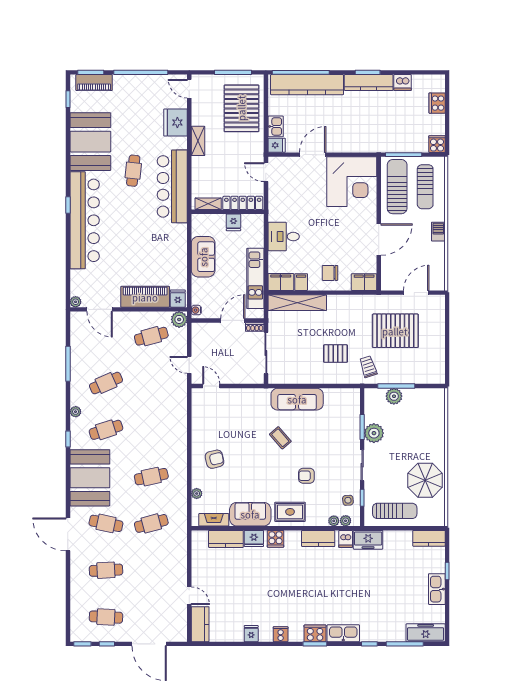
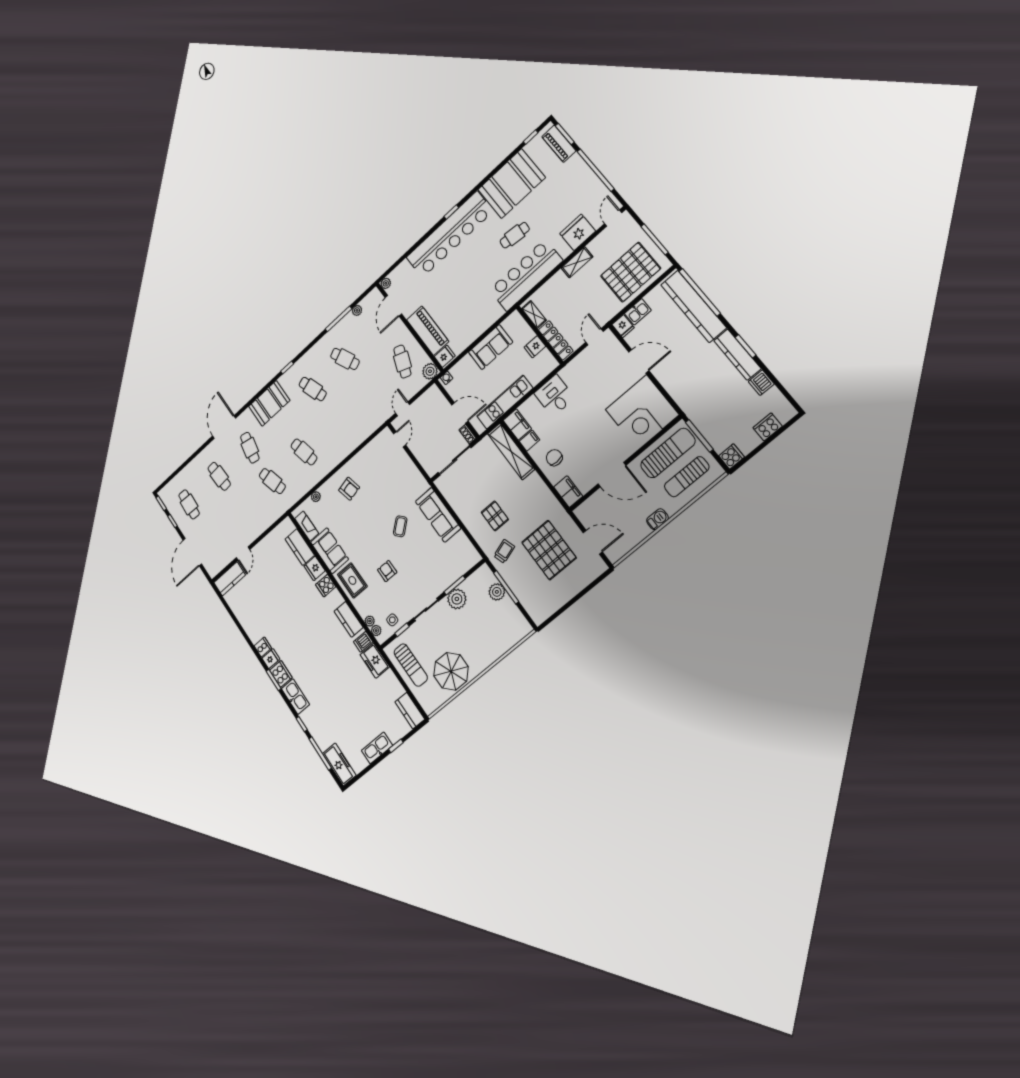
cafe table: (151, 336) -> (402, 362), turned 36
plant: (76, 412) -> (357, 310), moved
booth: (90, 478) -> (269, 403), width x0.73, depth x0.70
fridge: (251, 634) -> (271, 659), moved

